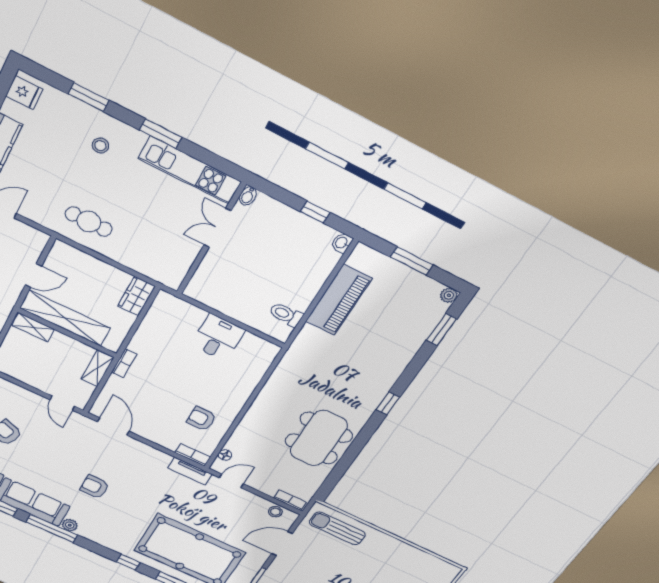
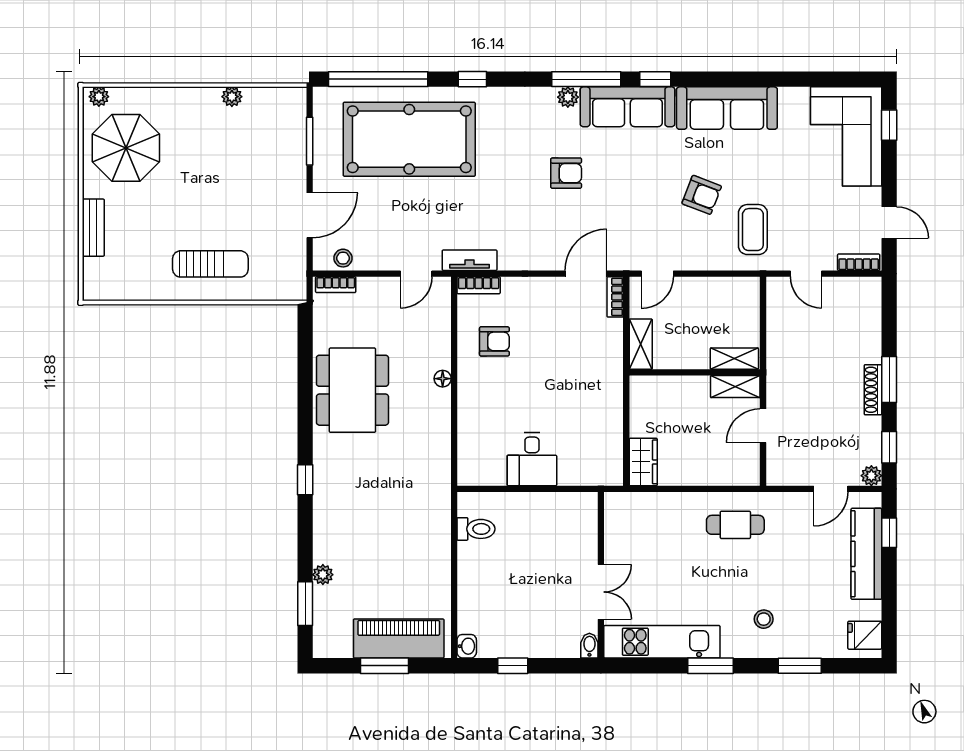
plant: (449, 295) -> (323, 575), moved
piano: (339, 300) -> (399, 638), moved, turned 90
shelving: (65, 318) -> (735, 387), width x0.45, depth x0.75
bookcase: (124, 363) -> (615, 297), moved
door: (62, 403) -> (657, 274), swing flipped
door: (113, 427) -> (586, 274), swing flipped
floor lamp: (225, 455) -> (443, 379), moved
sun lounger: (337, 528) -> (210, 264), moved

